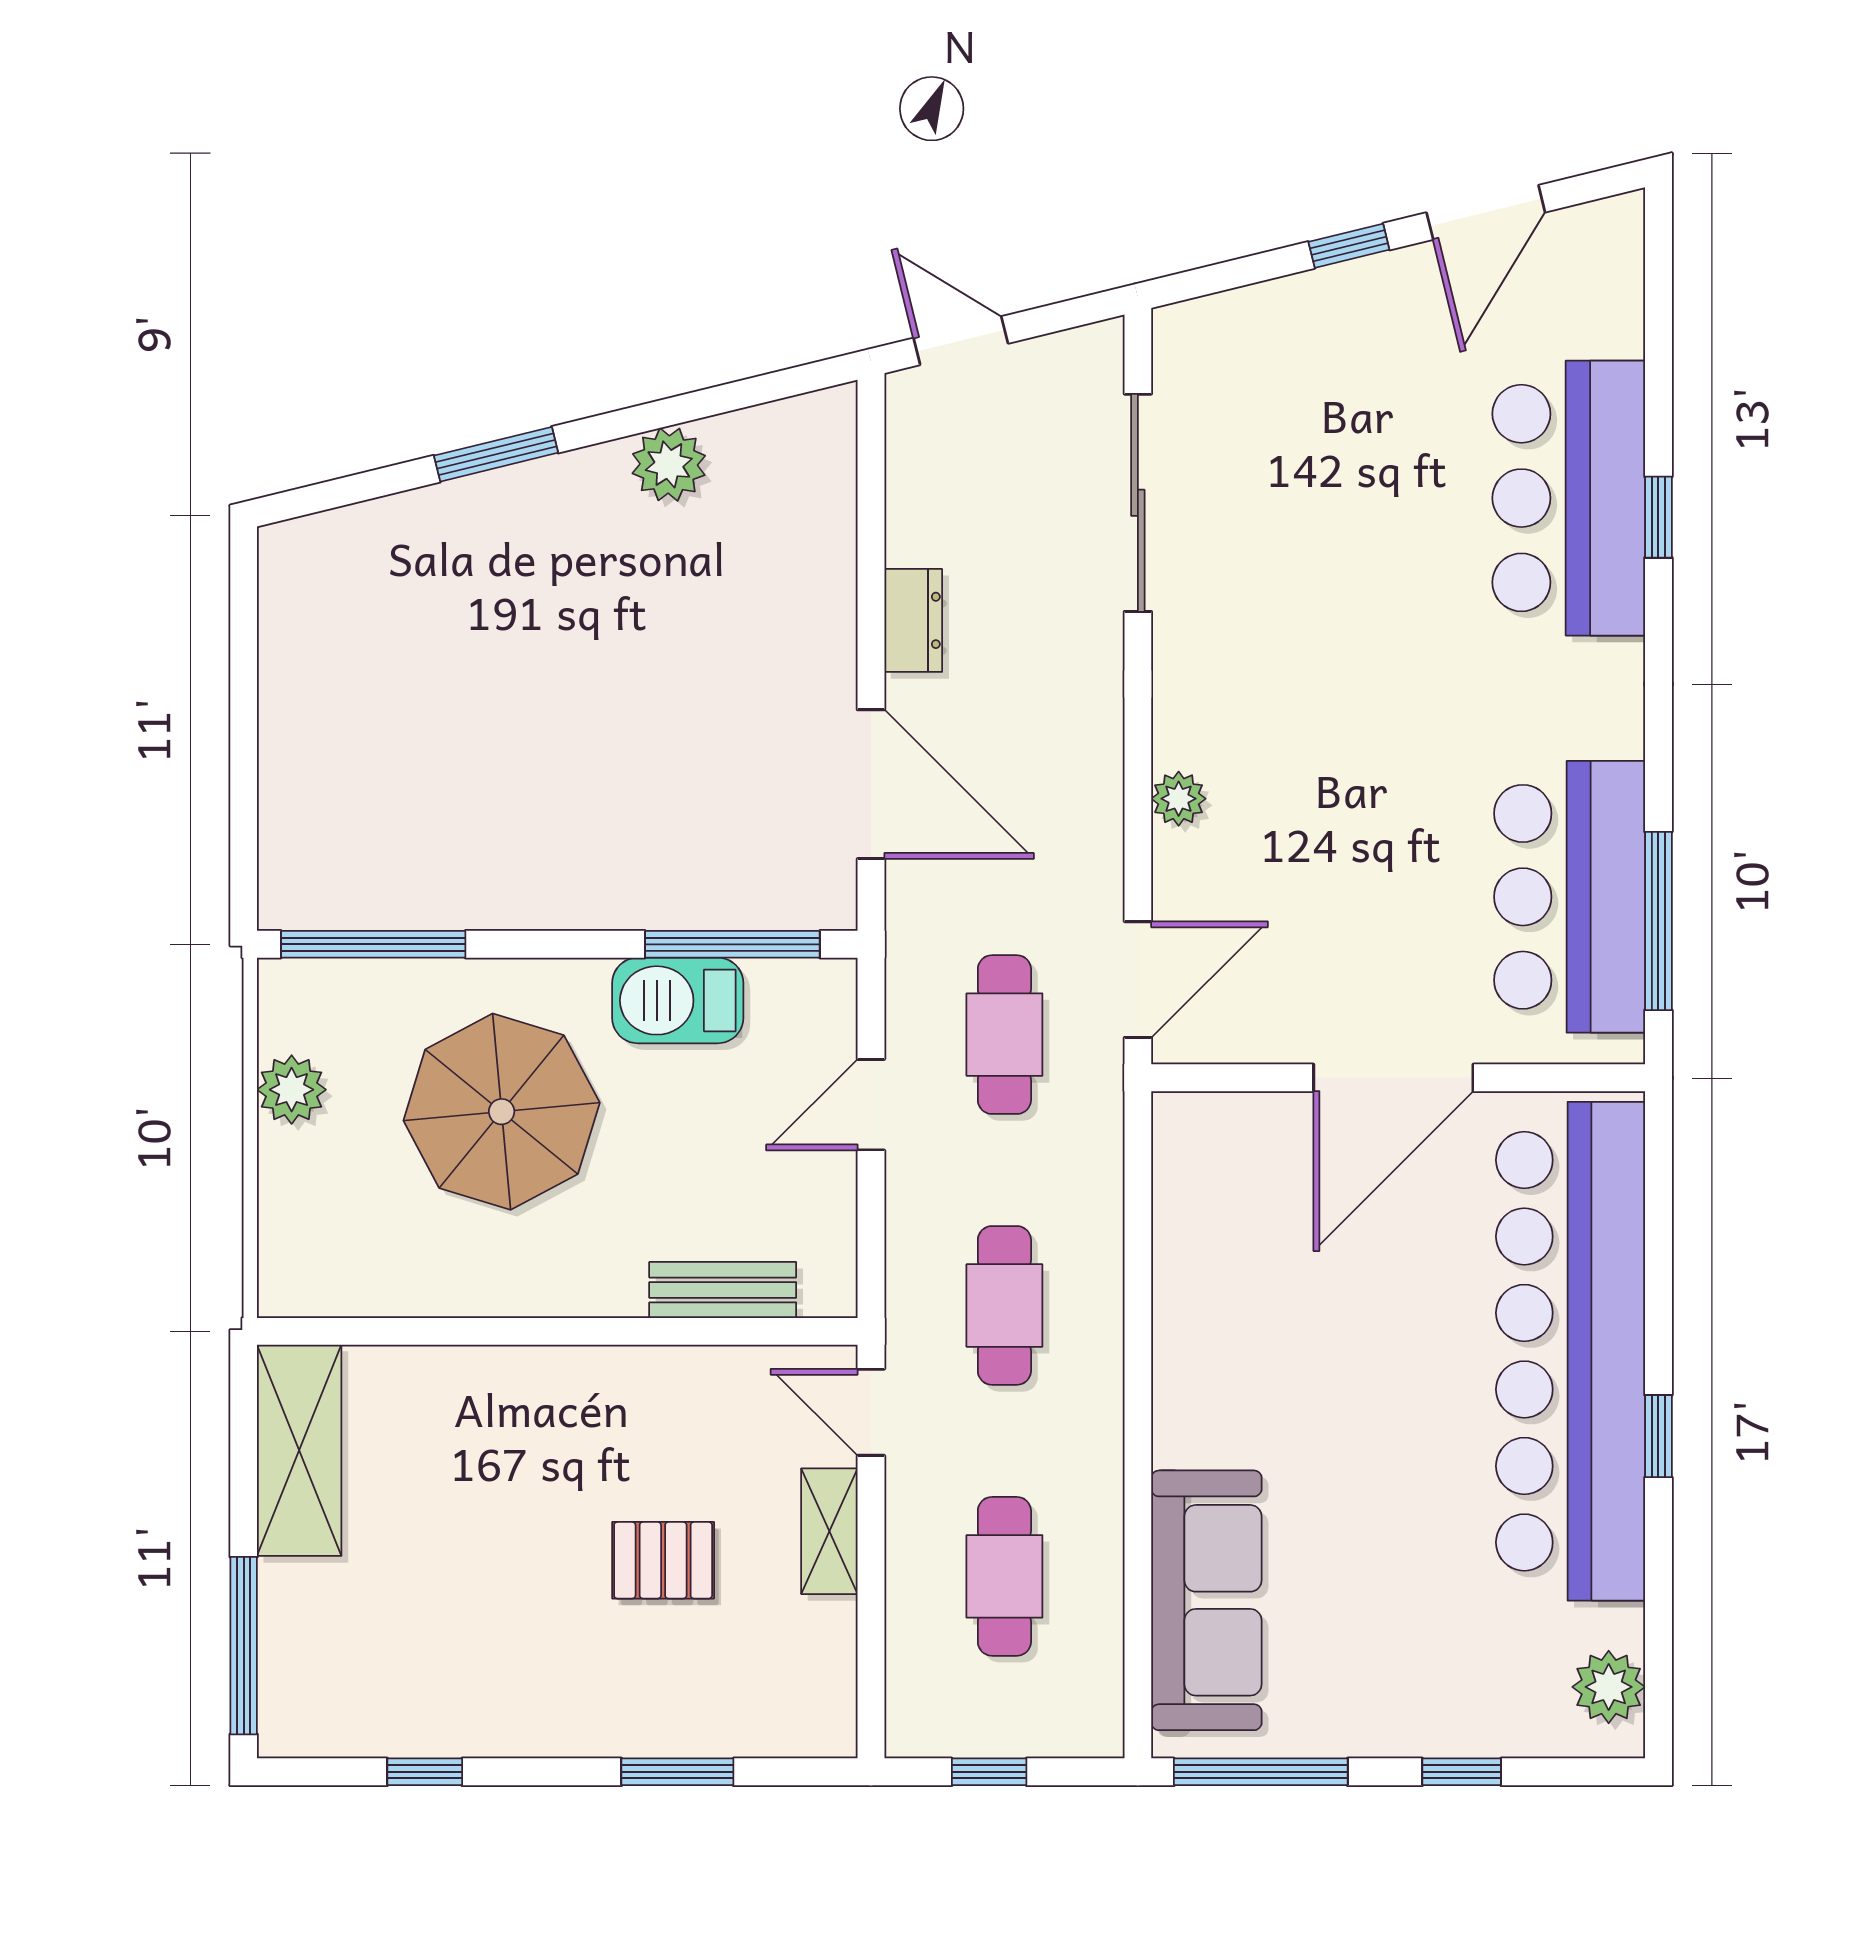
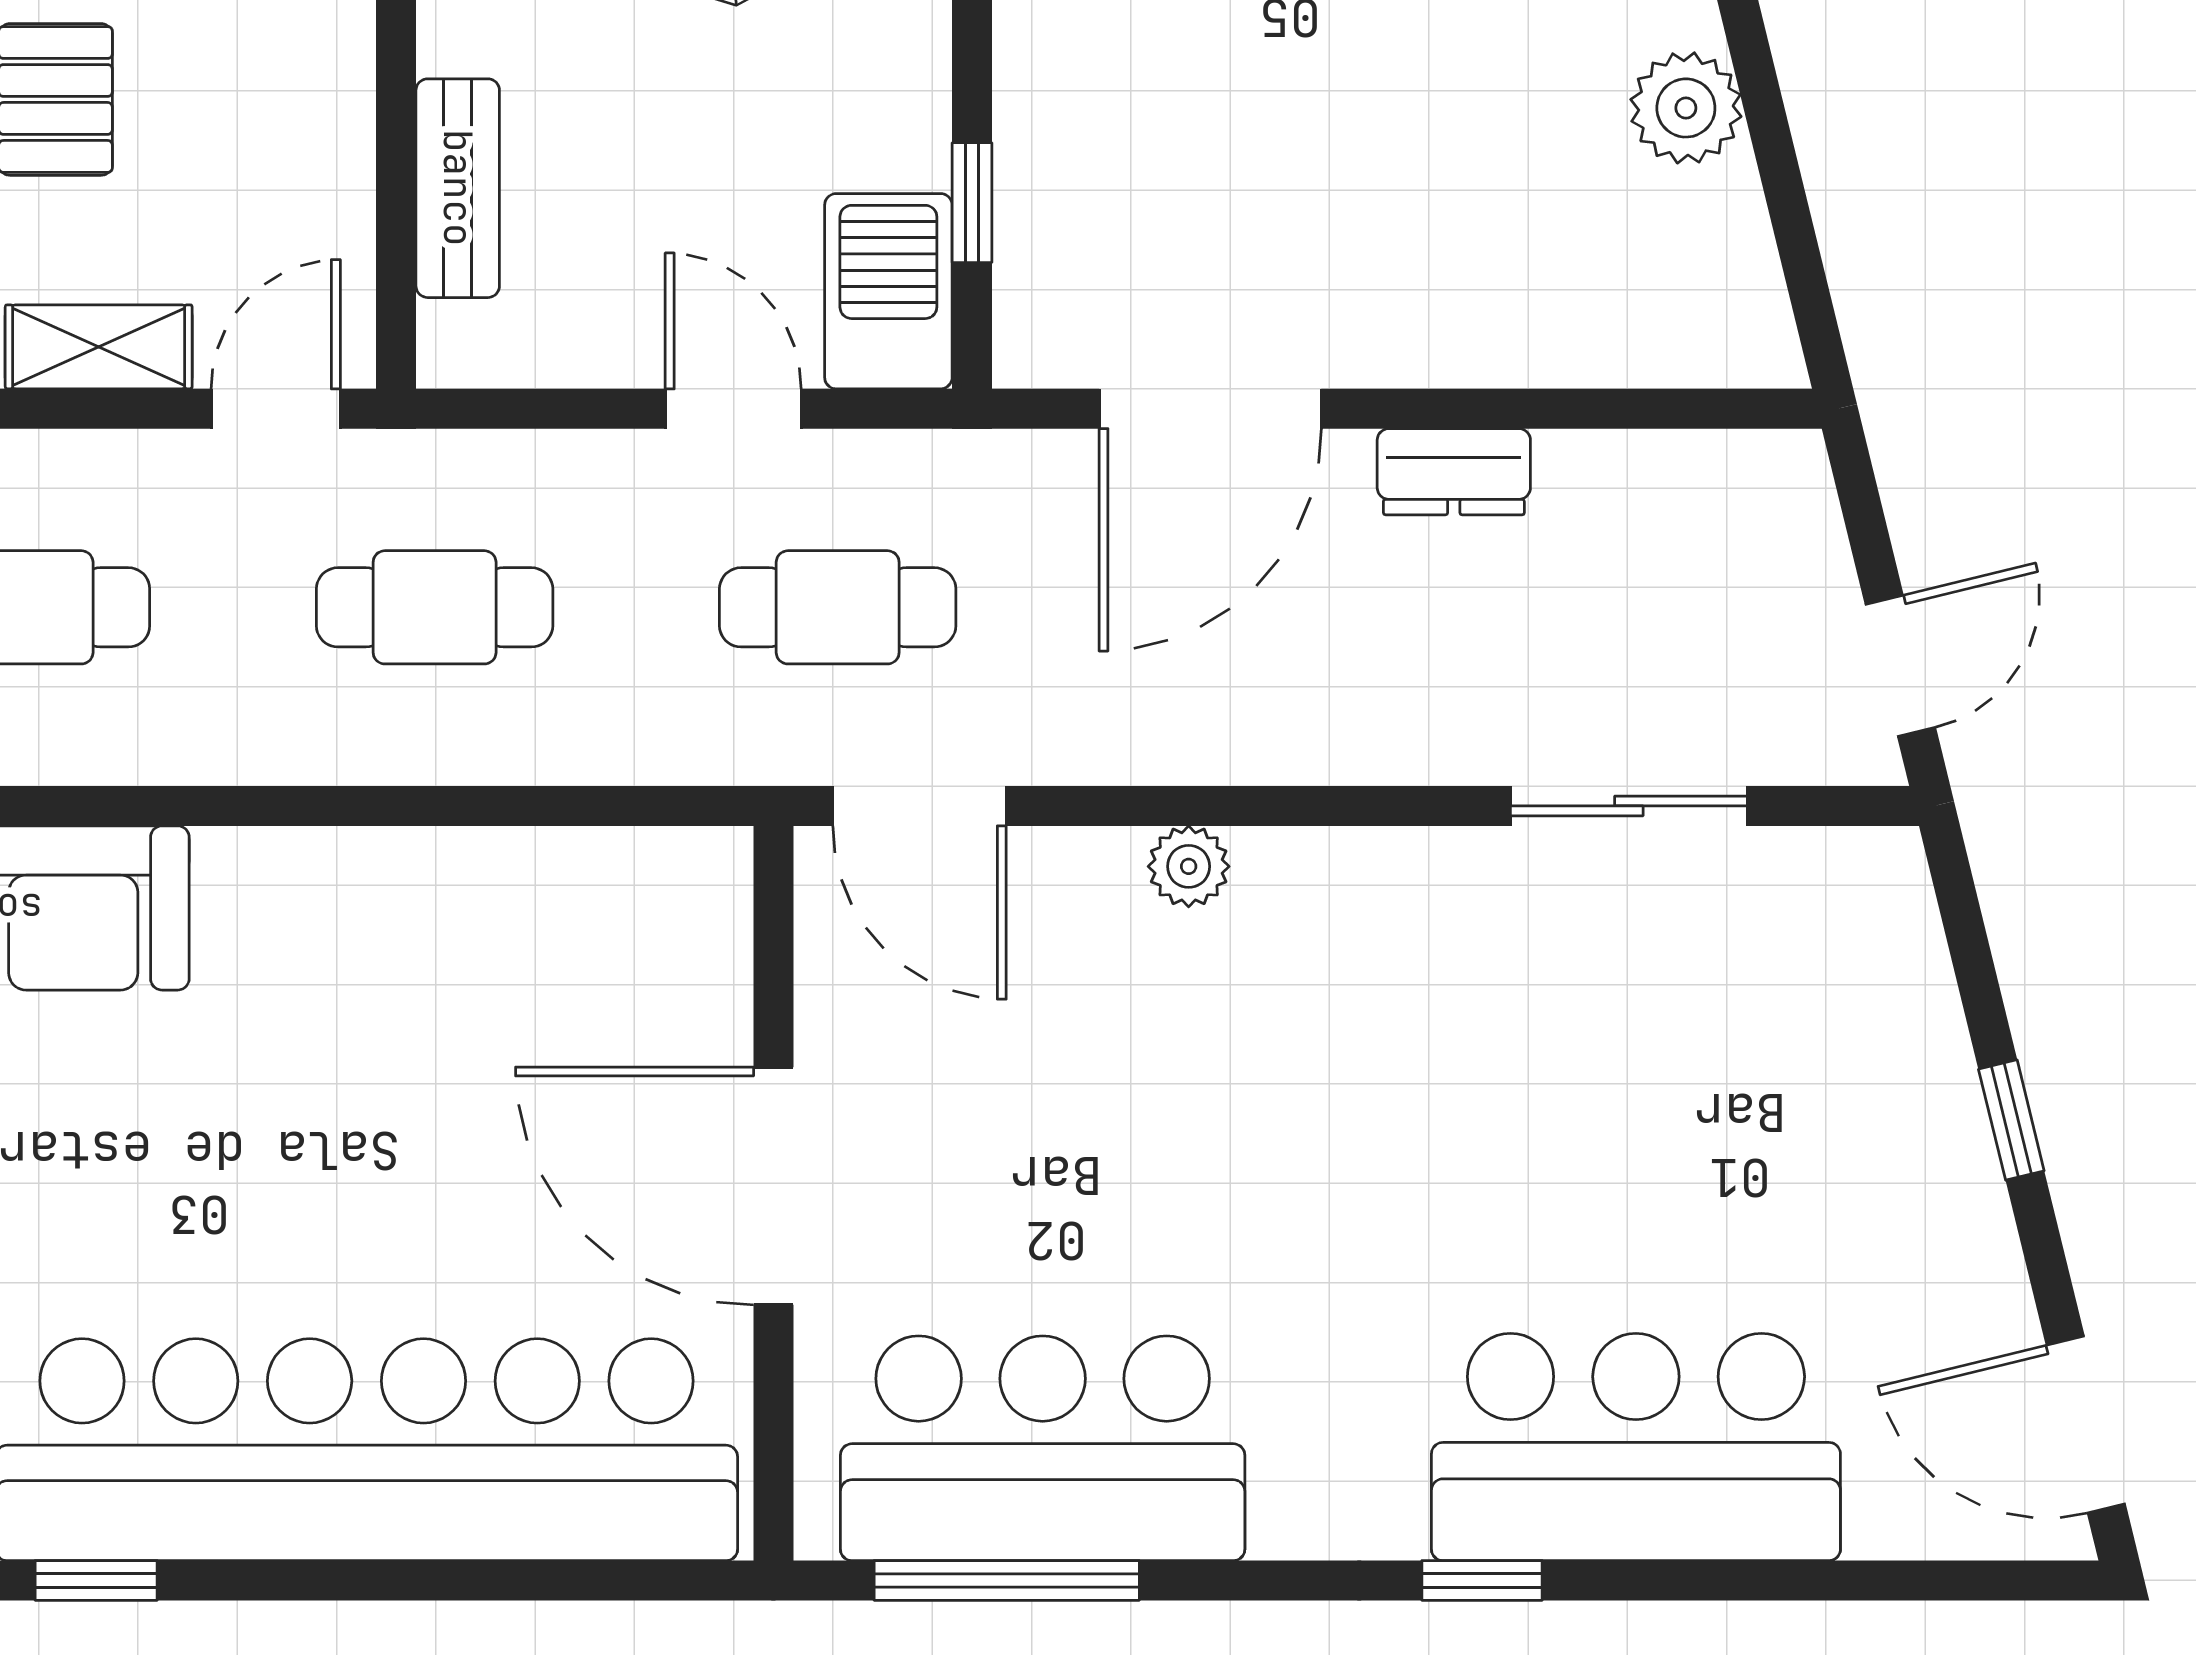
door: (1486, 212) -> (2086, 1425), moved
door: (961, 341) -> (1900, 666), moved
sliding door: (1138, 503) -> (1629, 806), width x0.73
window: (1658, 517) -> (1482, 1580), moved
window: (732, 944) -> (972, 203), width x0.46
barbecue: (678, 1000) -> (888, 291), moved
window: (1658, 1436) -> (96, 1580), moved

